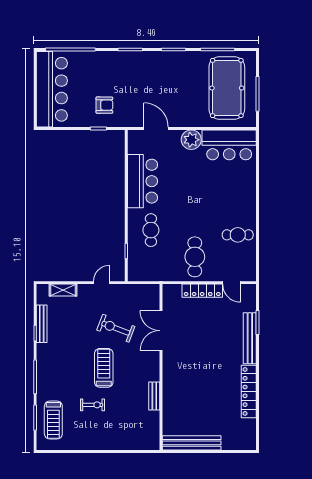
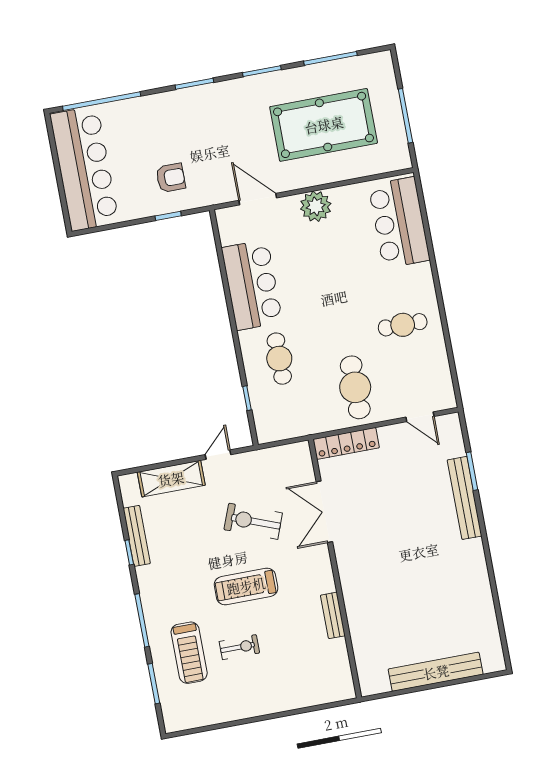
pool table: (227, 88) -> (324, 125), moved, turned 90
bar counter: (229, 145) -> (399, 223), moved, turned 90
cafe table: (238, 235) -> (403, 325), moved
shelving: (63, 290) -> (171, 479), width x1.50, depth x1.33
locker: (202, 291) -> (346, 443), moved
treadmill: (104, 368) -> (246, 586), turned -90
locker: (249, 391) -> (478, 581), removed
treadmill: (53, 420) -> (189, 653), moved
bench: (192, 443) -> (436, 672), moved

